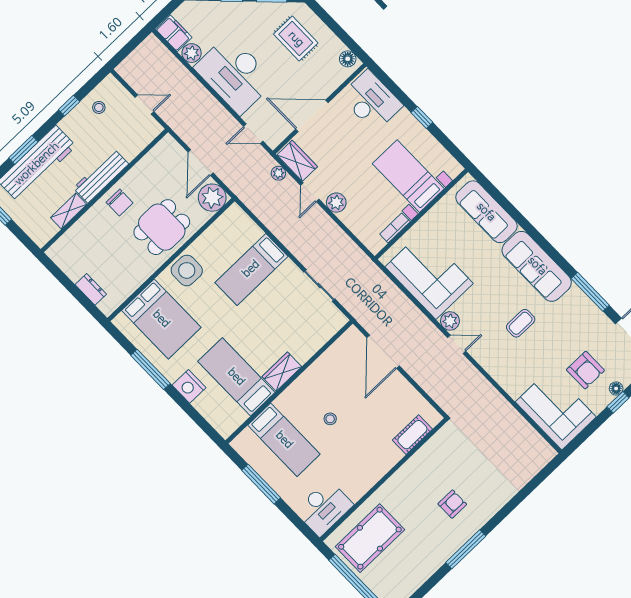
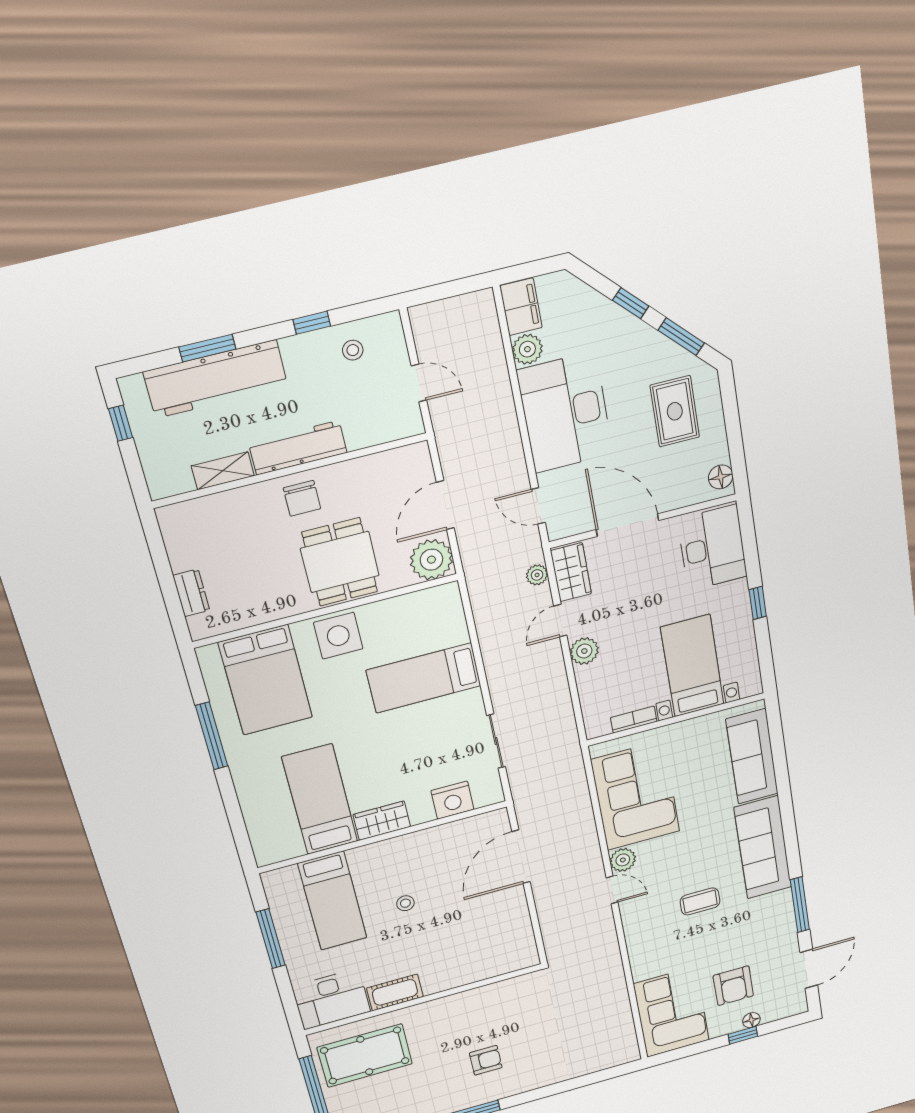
dining table: (162, 227) -> (340, 562), turned 90
nightstand: (189, 386) -> (452, 800), moved, turned -90
cot: (412, 435) -> (395, 992), moved

